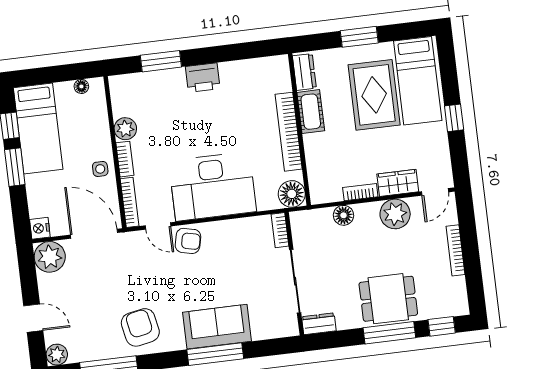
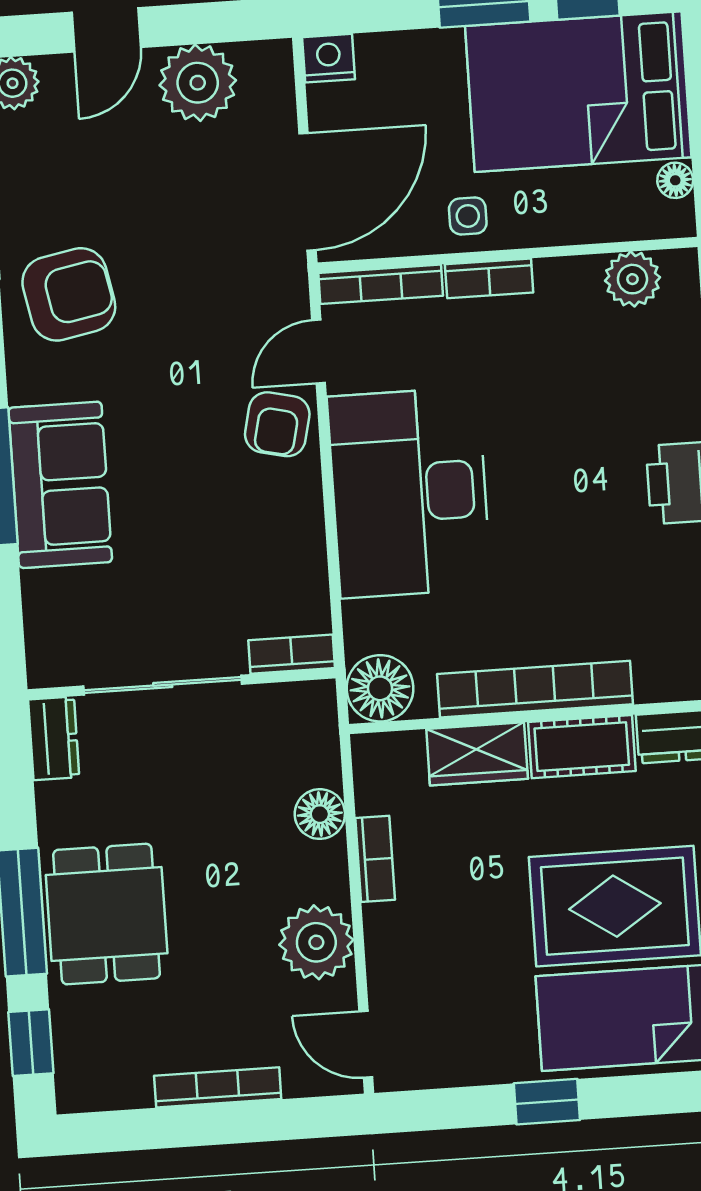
bed: (38, 128) -> (578, 92), width x1.50
plant: (125, 129) -> (632, 279), moved
wardrobe: (398, 183) -> (477, 754), moved, turned 90
plant: (50, 257) -> (198, 83), moved

